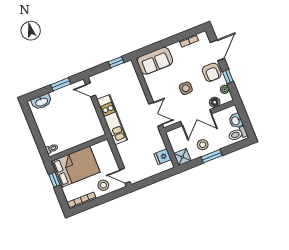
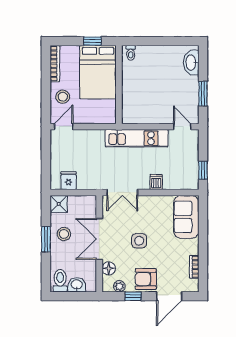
door: (217, 50) -> (169, 296), hinge flipped
door: (91, 90) -> (182, 127), hinge flipped
dishwasher: (138, 93) -> (156, 182), added

